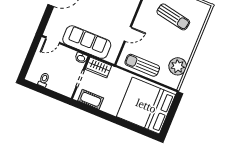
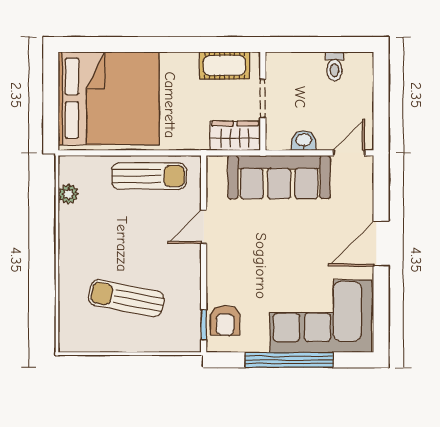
washbasin: (81, 58) -> (304, 141), moved
plant: (178, 66) -> (68, 194), width x0.53, depth x0.53

